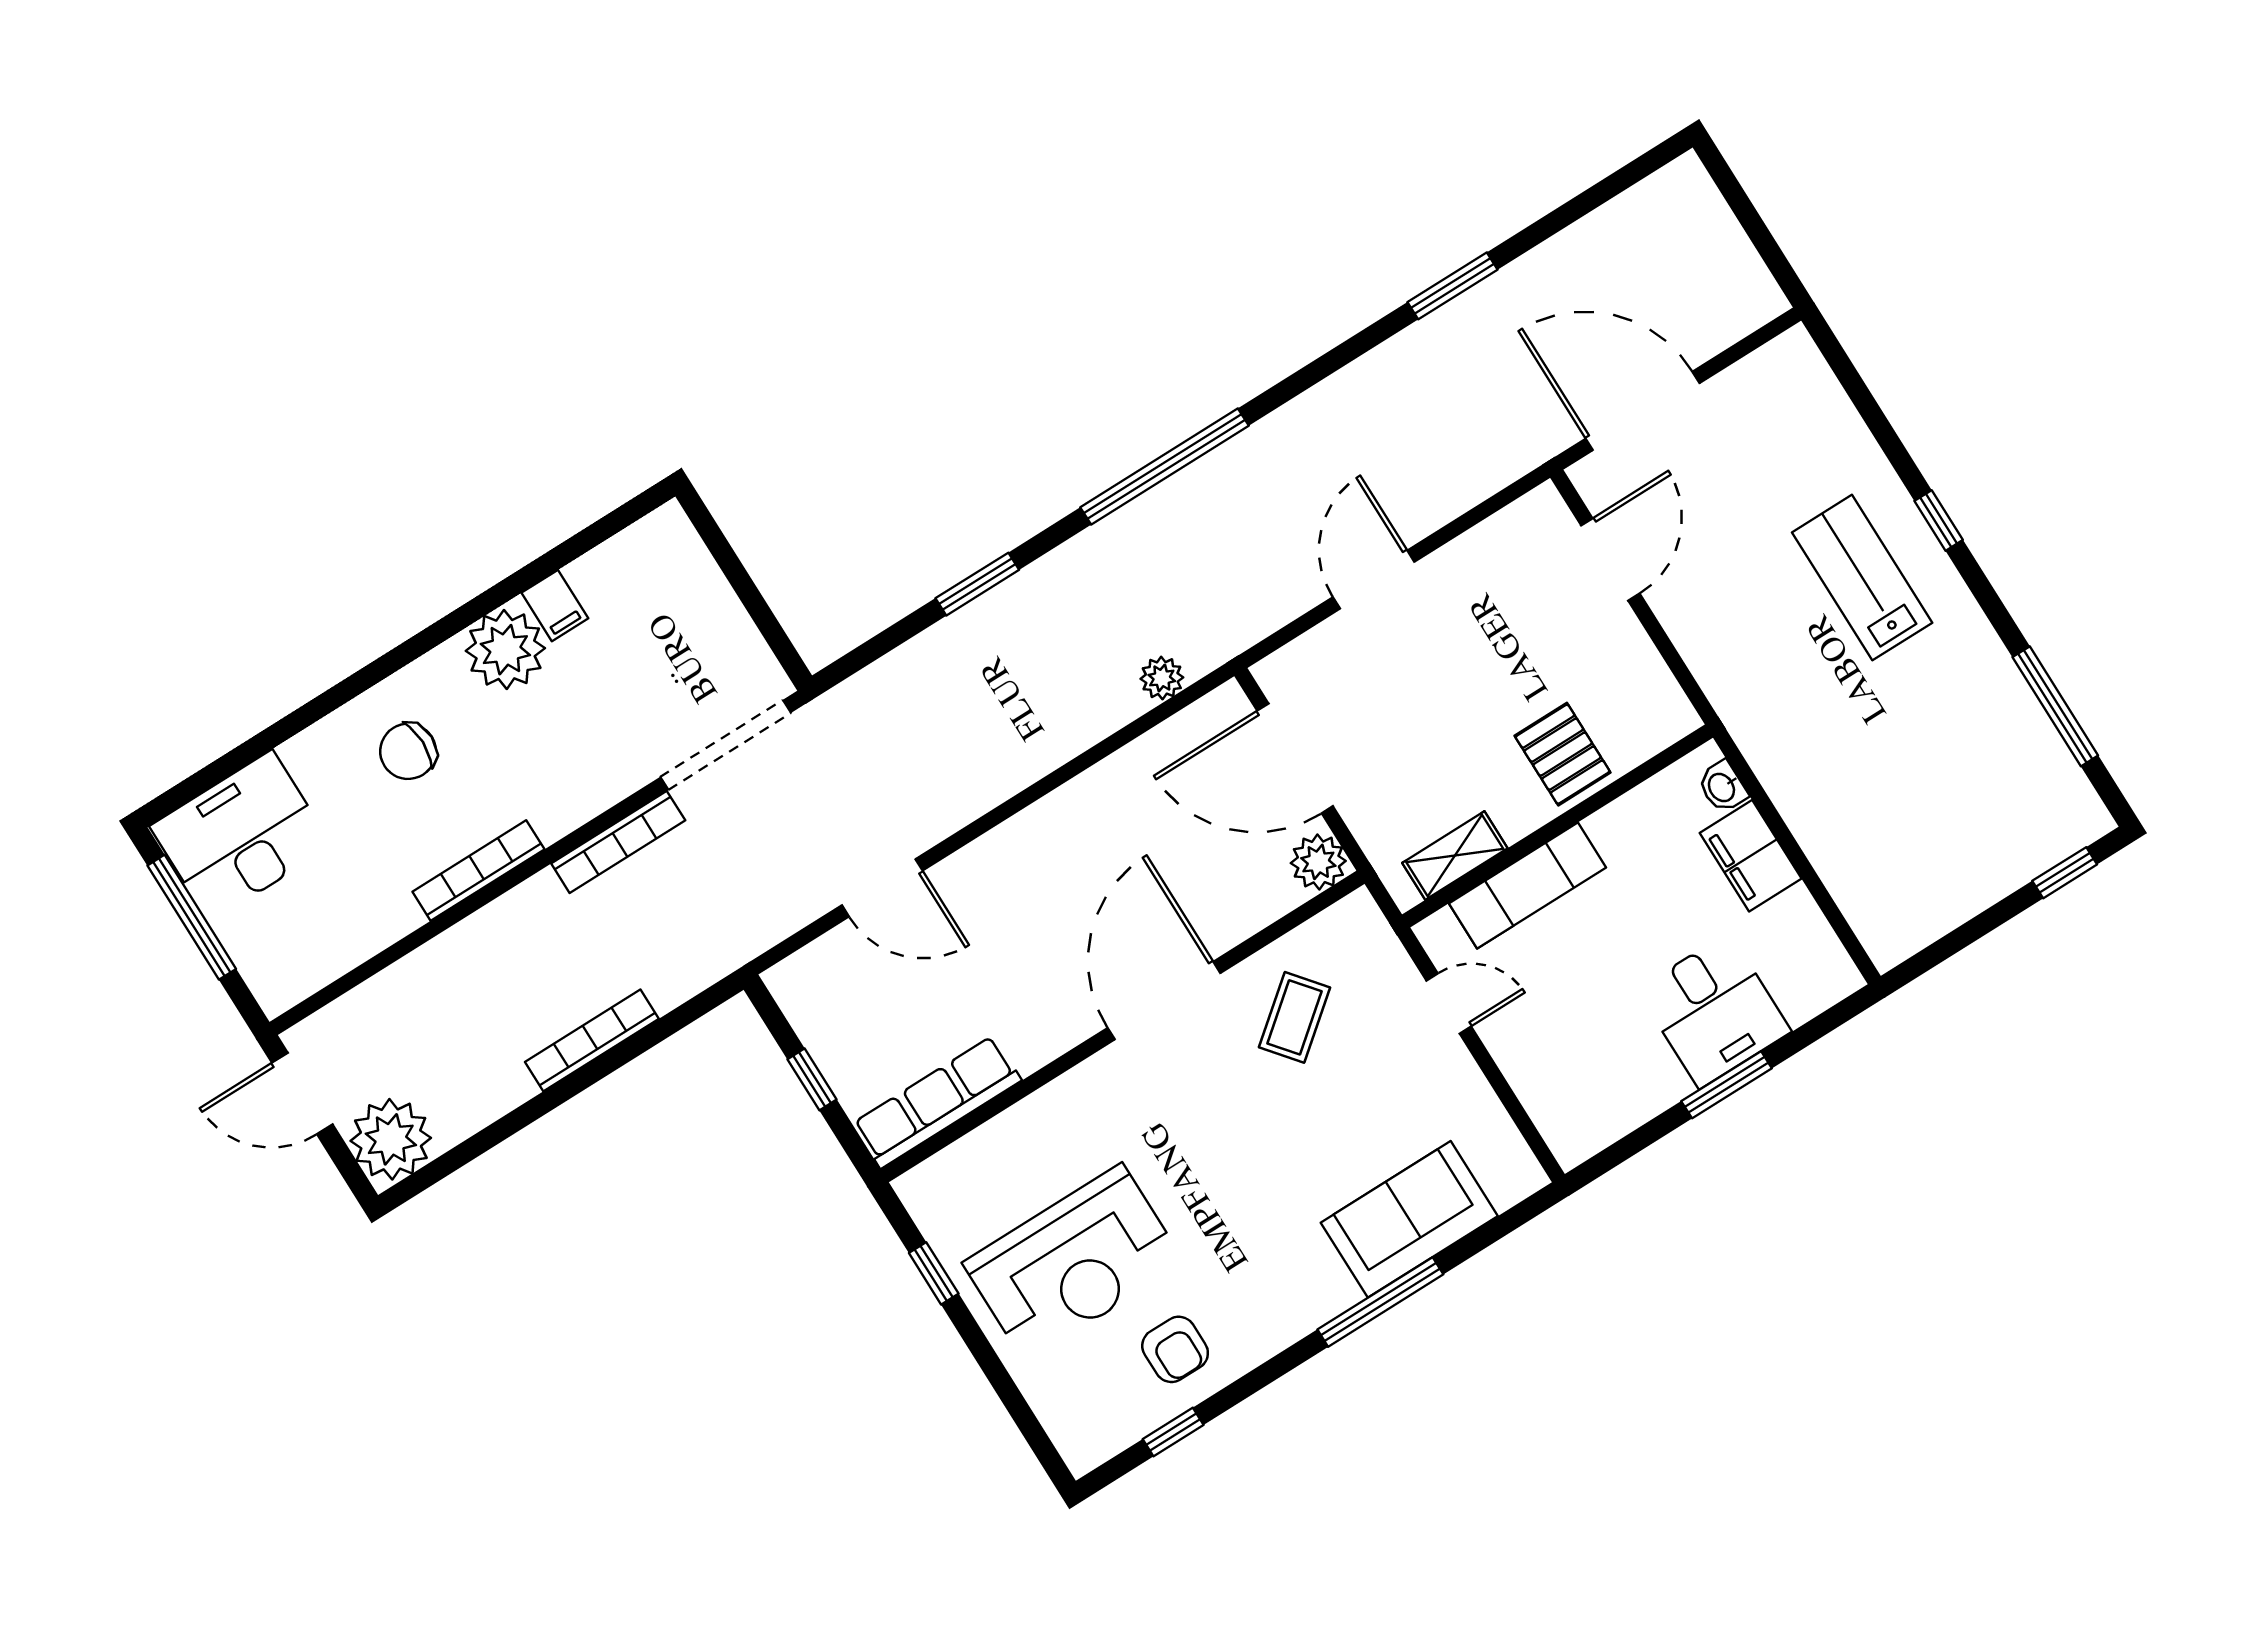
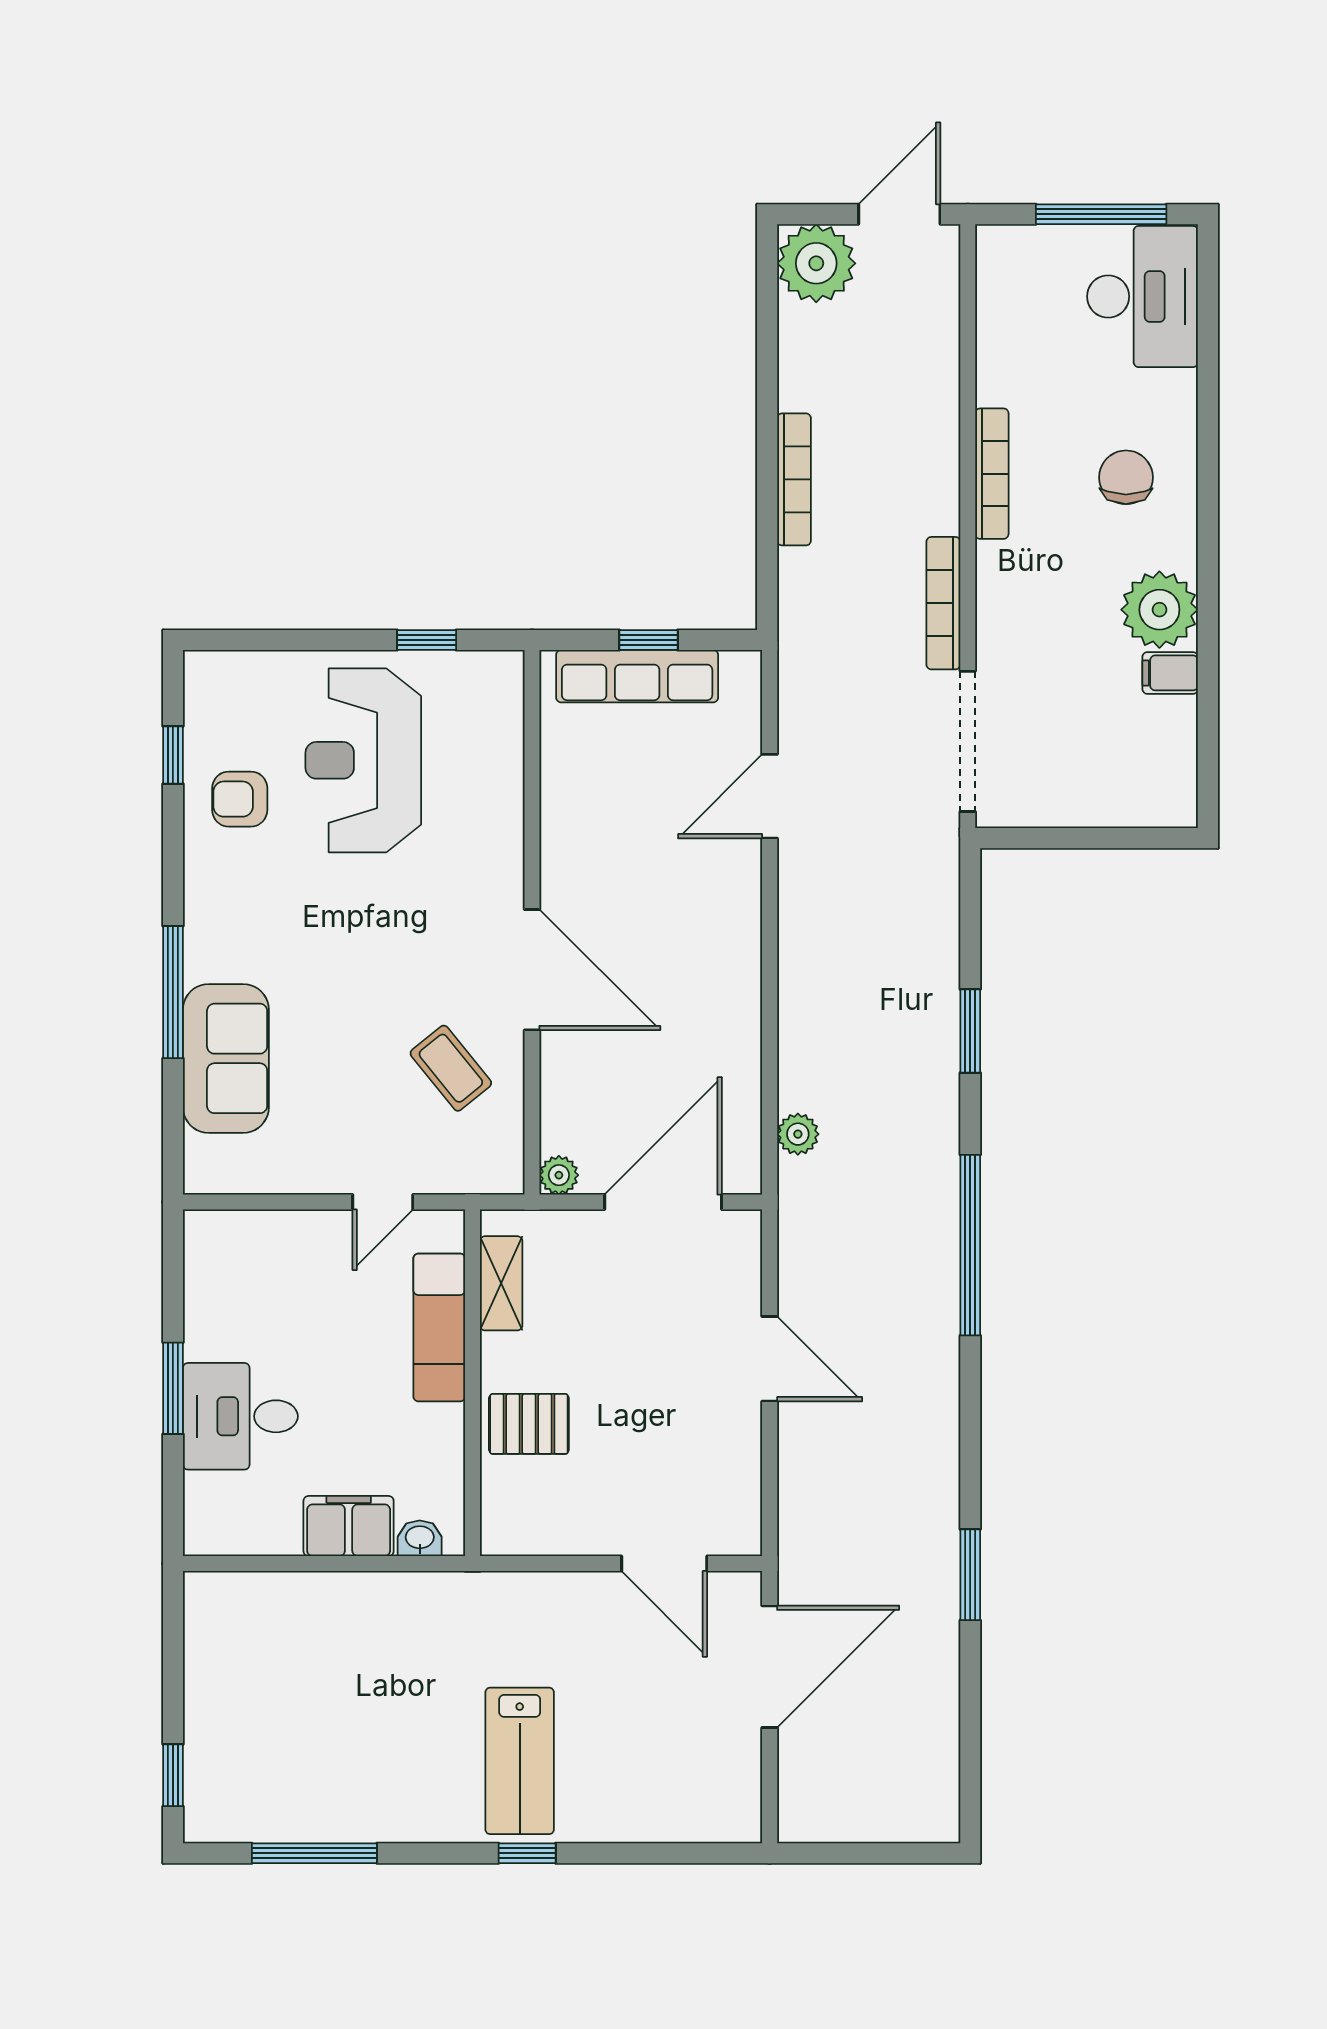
lab bench: (1862, 578) -> (520, 1761), turned 90
plant: (1318, 862) -> (559, 1175), width x0.73, depth x0.73
row of seats: (937, 1102) -> (637, 676), moved, turned 90

